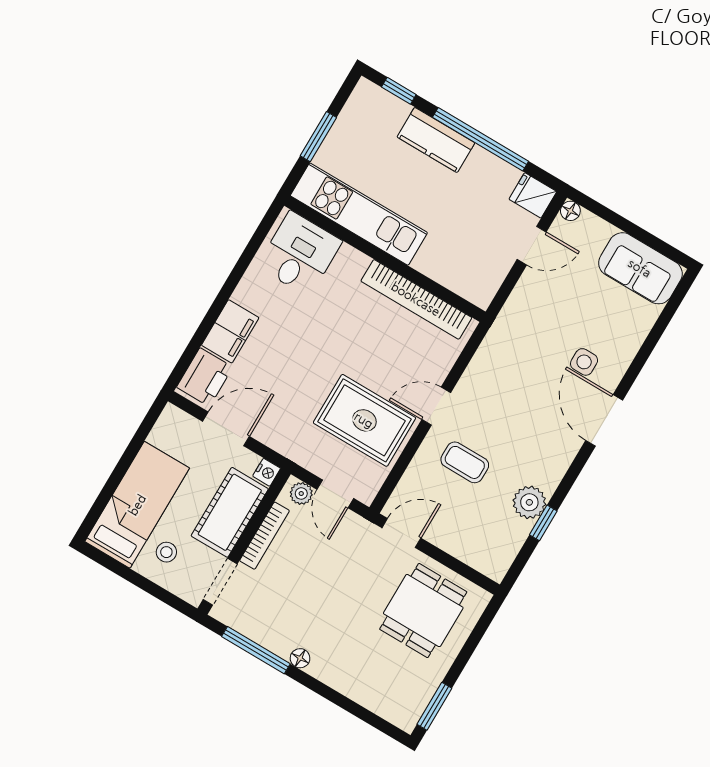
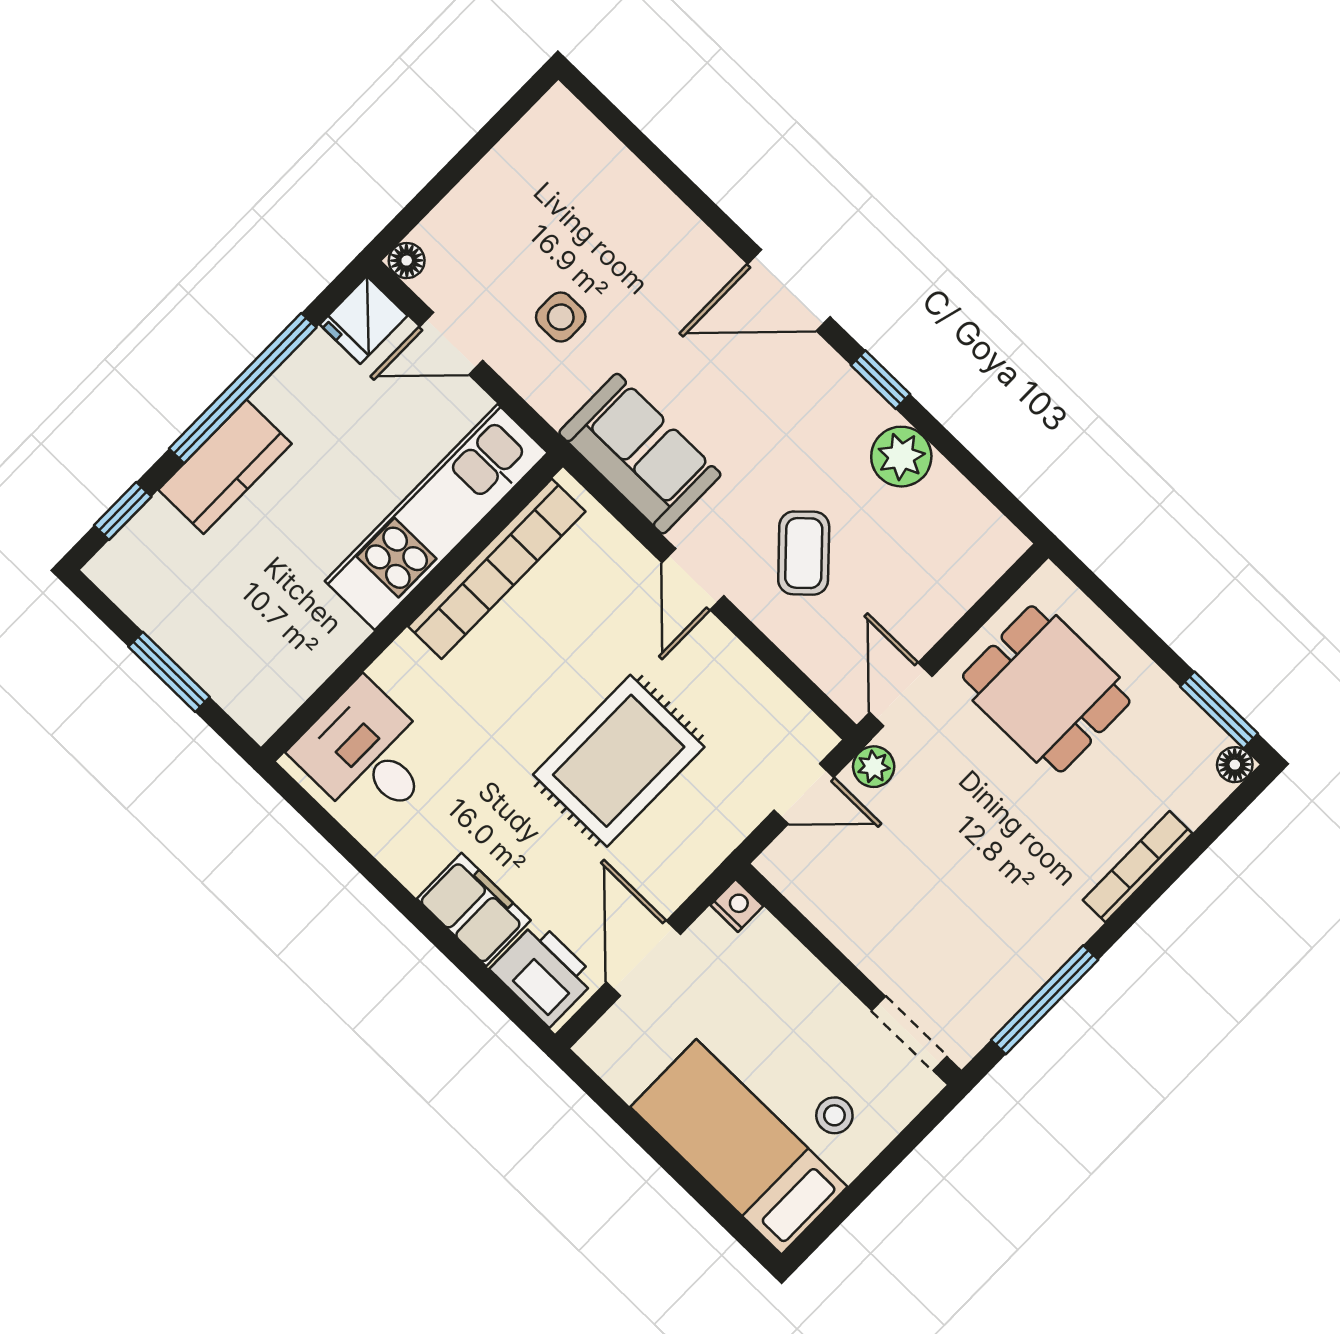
kitchen unit: (359, 214) -> (436, 517), moved
door: (532, 246) -> (451, 343), swing flipped
sofa: (640, 268) -> (640, 454), moved, turned -90
side table: (584, 362) -> (561, 317), moved
rug: (364, 420) -> (619, 761), moved
coffee table: (465, 462) -> (804, 553), turned -43
plant: (301, 494) -> (874, 767), moved
cot: (230, 512) -> (791, 987), removed
window: (543, 523) -> (881, 380), moved
bookcase: (265, 536) -> (1138, 867), moved, turned -90
floor lamp: (300, 658) -> (1235, 765), moved

